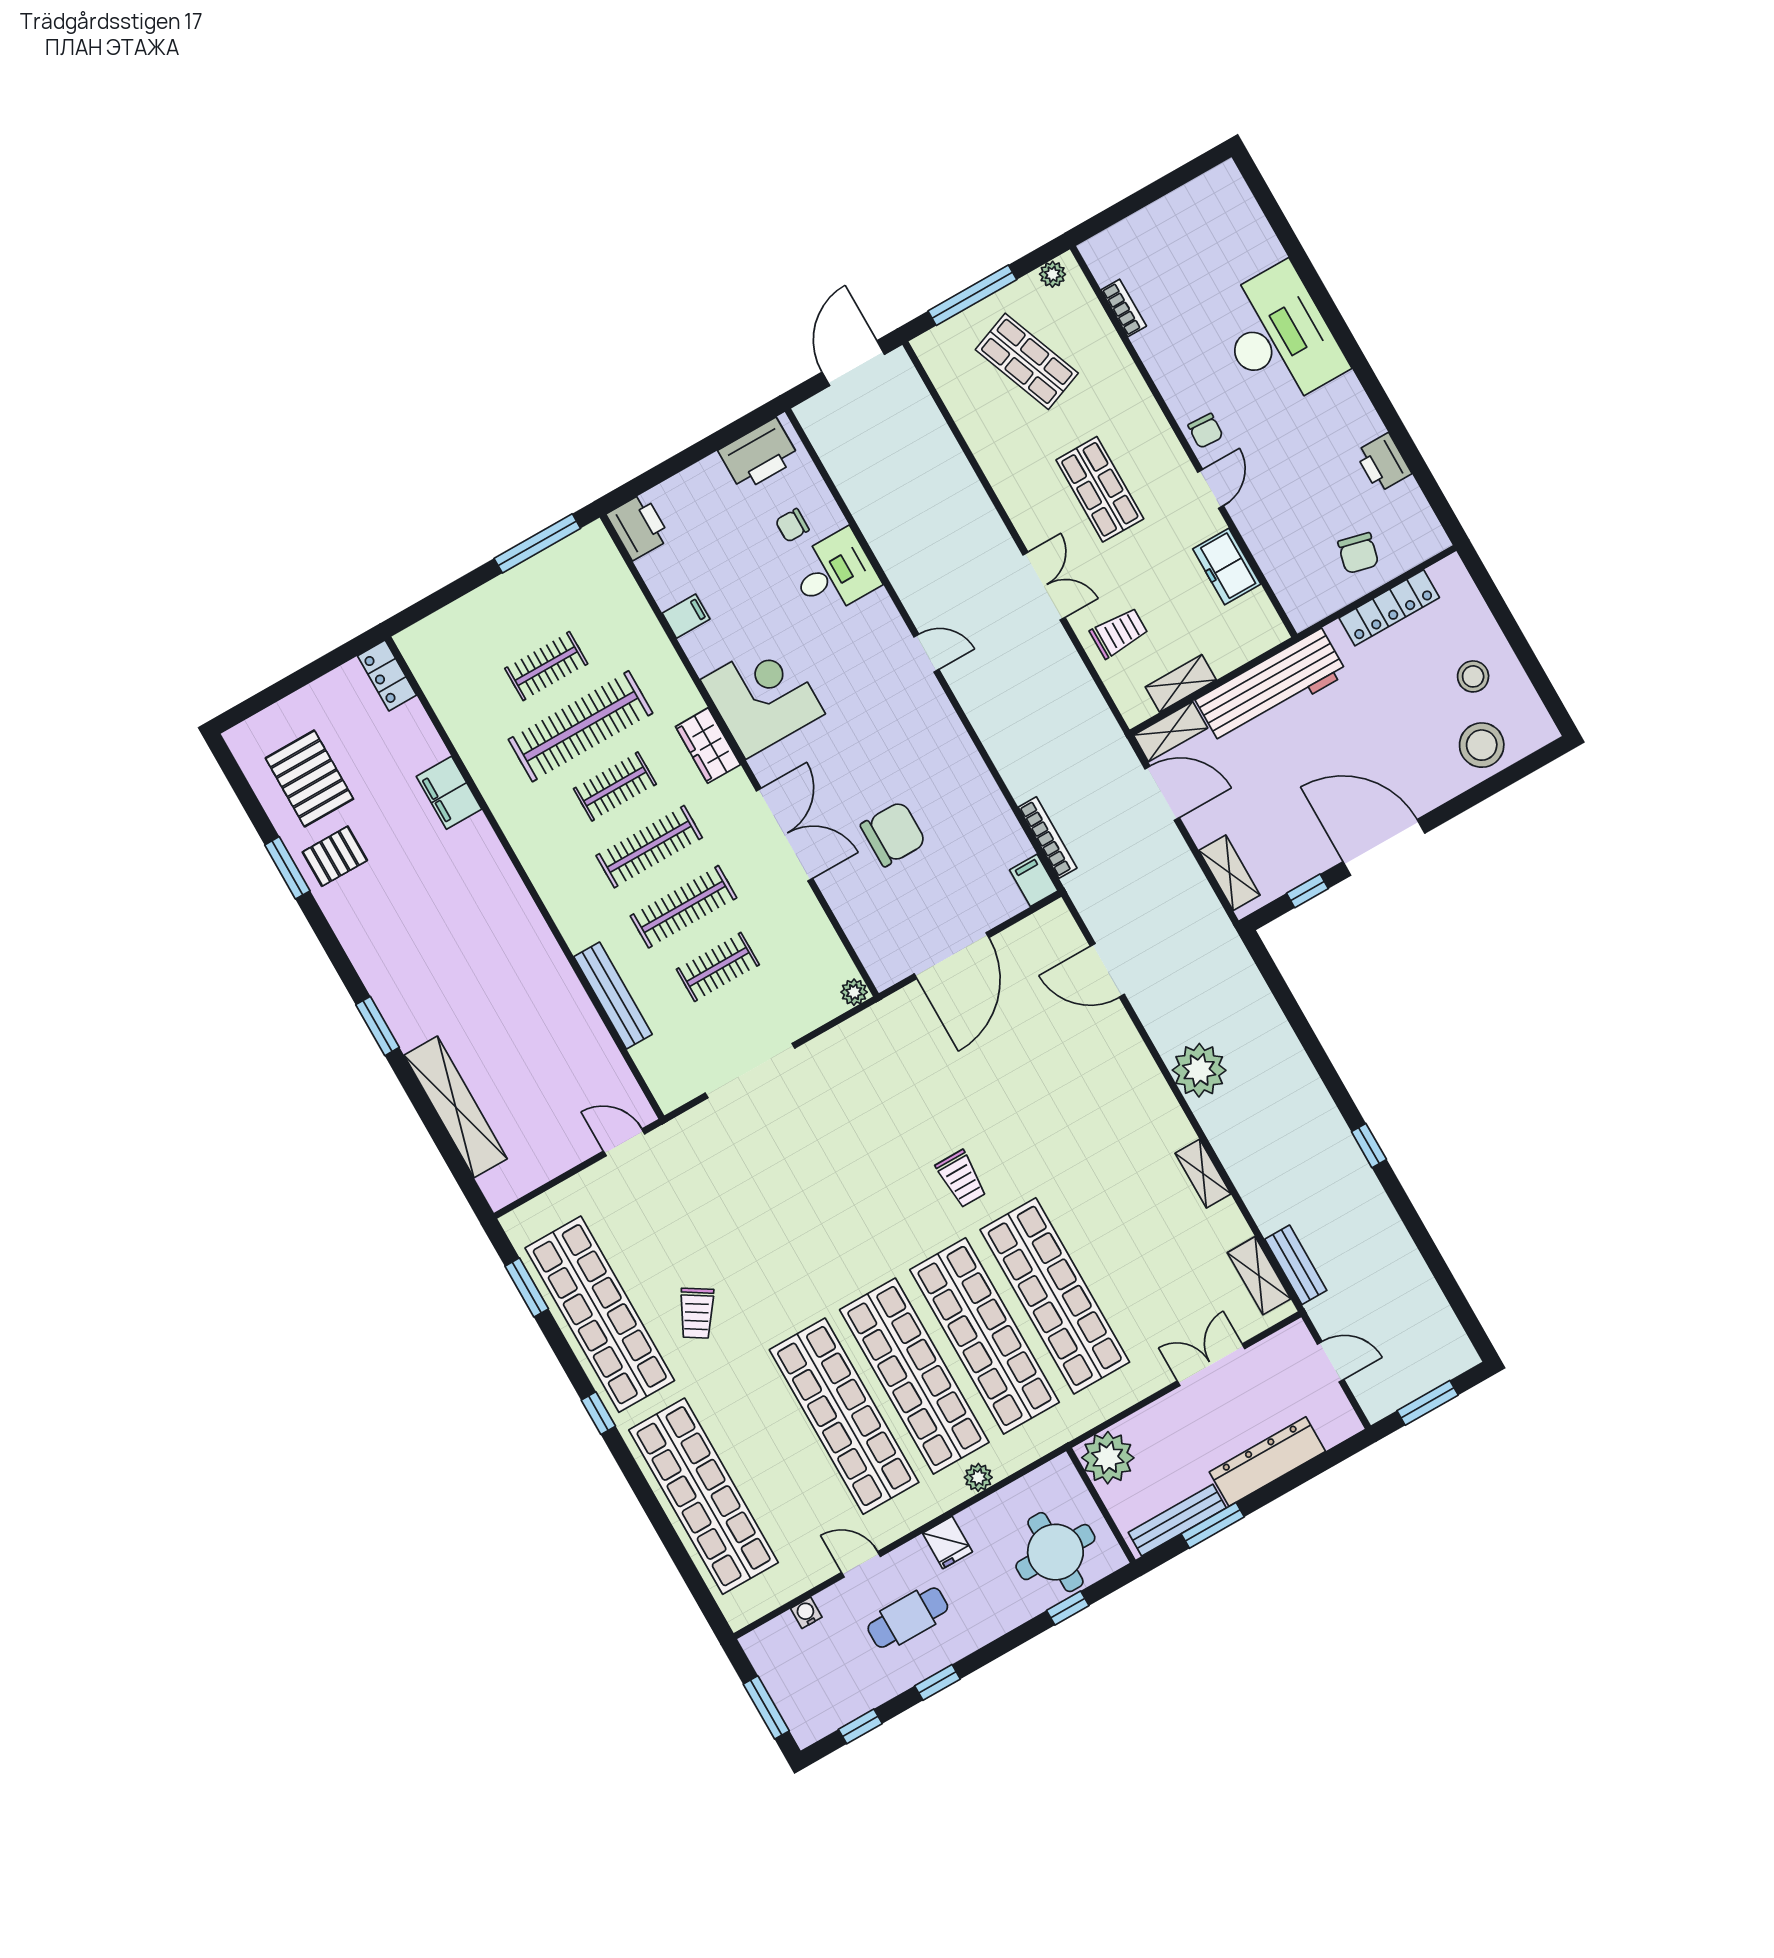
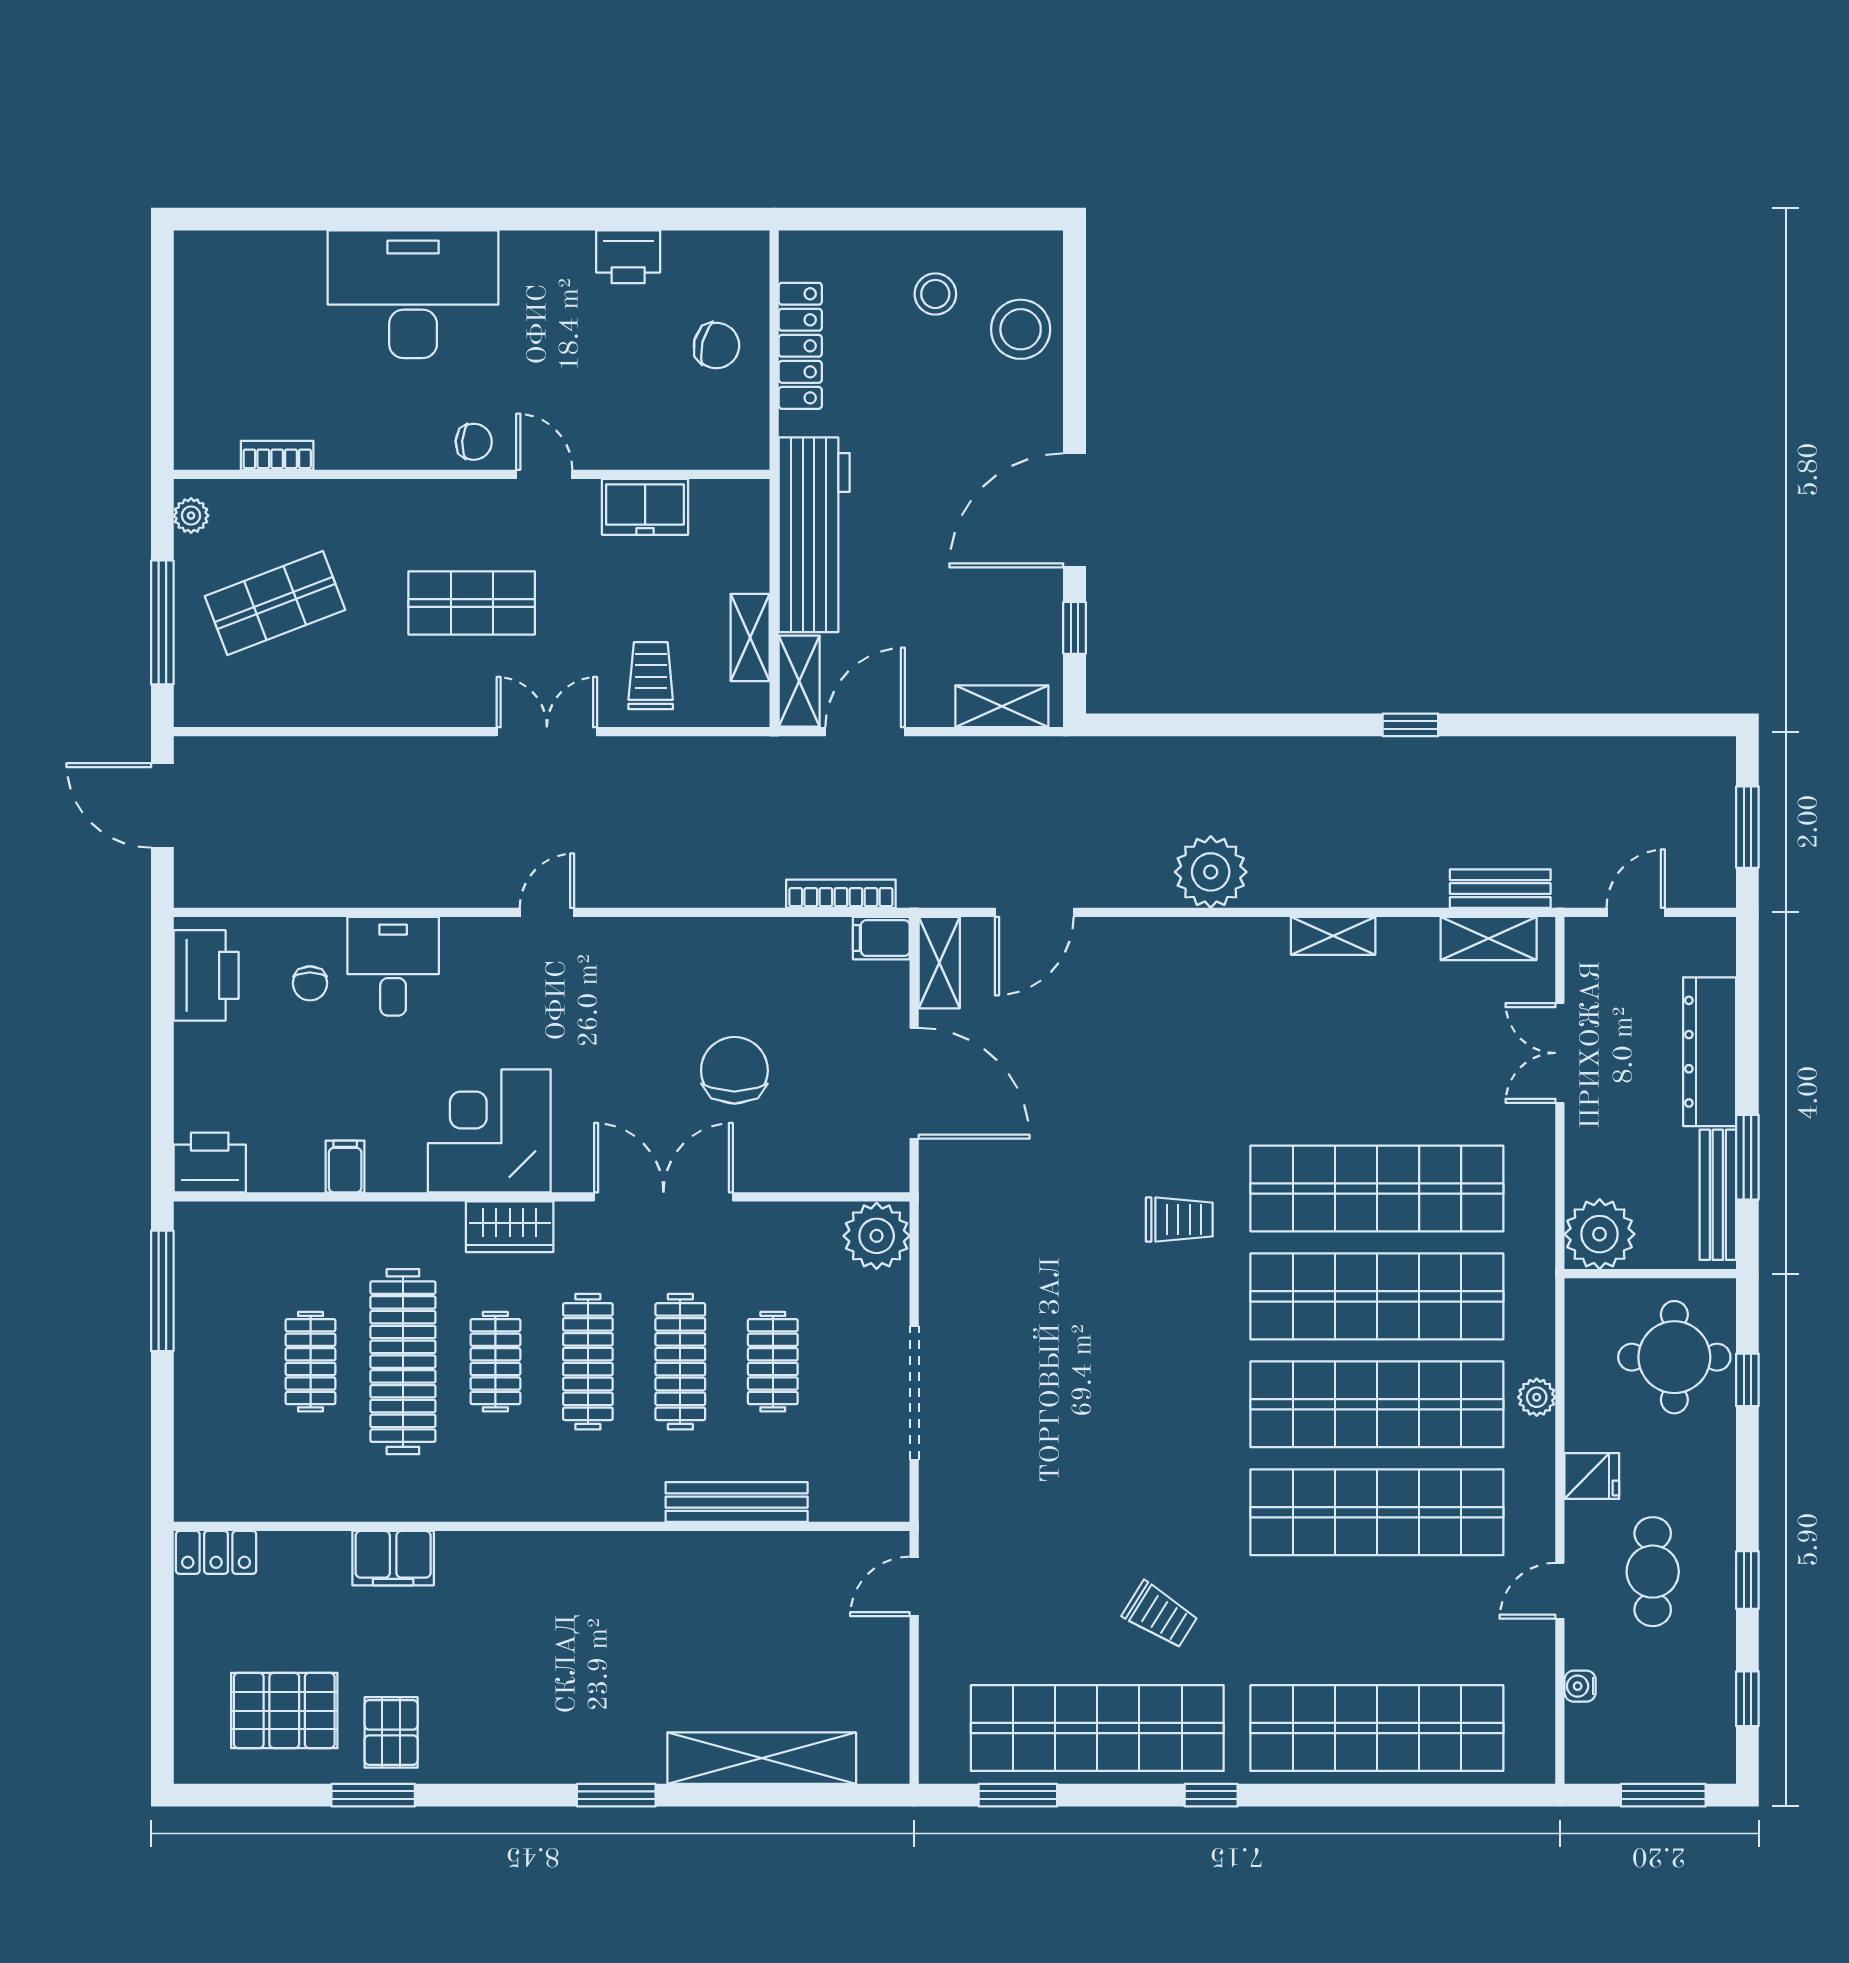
shelving: (1039, 927) -> (939, 963), added
plant: (854, 992) -> (877, 1236), width x1.88, depth x1.88

